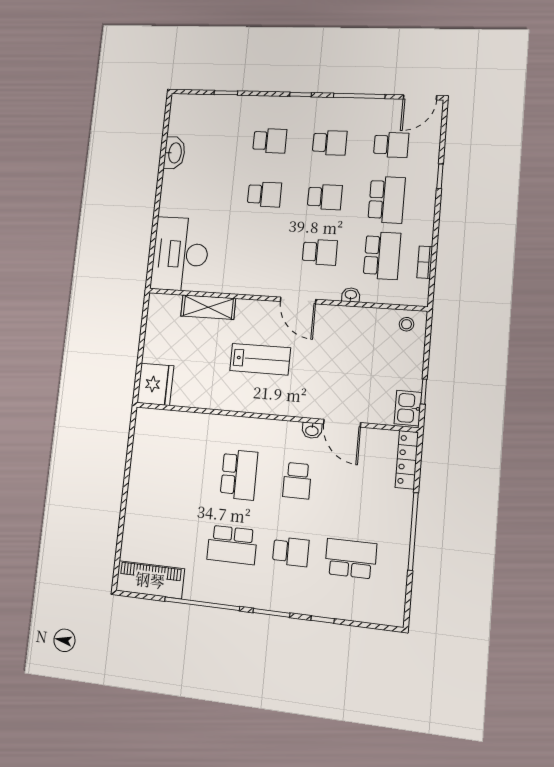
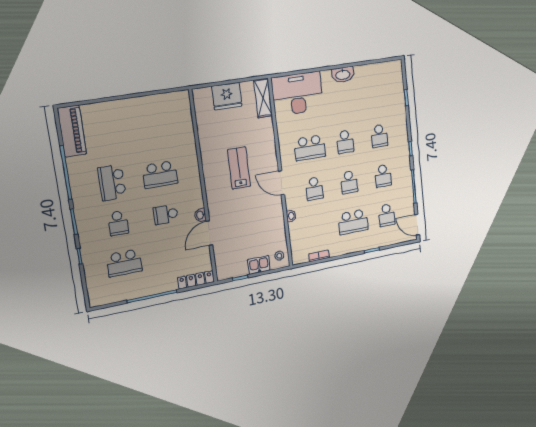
washbasin: (174, 153) -> (343, 75), moved
school desk: (382, 256) -> (310, 148), moved
door: (298, 300) -> (281, 183), hinge flipped
shelving: (208, 307) -> (263, 98), moved
lab bench: (260, 359) -> (239, 168), turned 180
fridge: (155, 384) -> (227, 96), moved
kitchen sink: (408, 408) -> (259, 265), moved
school desk: (351, 559) -> (124, 263), turned 90

